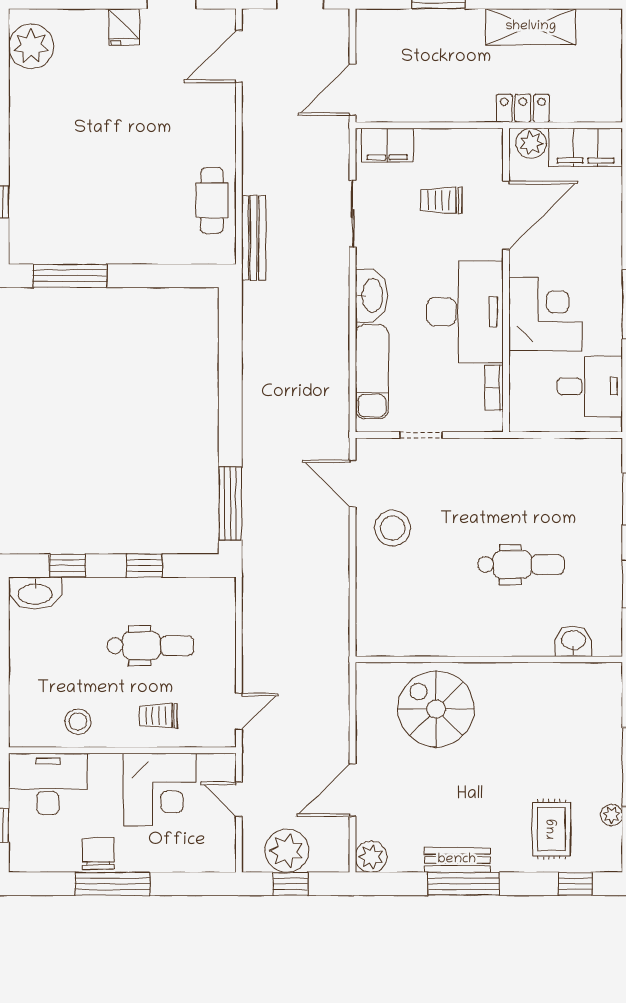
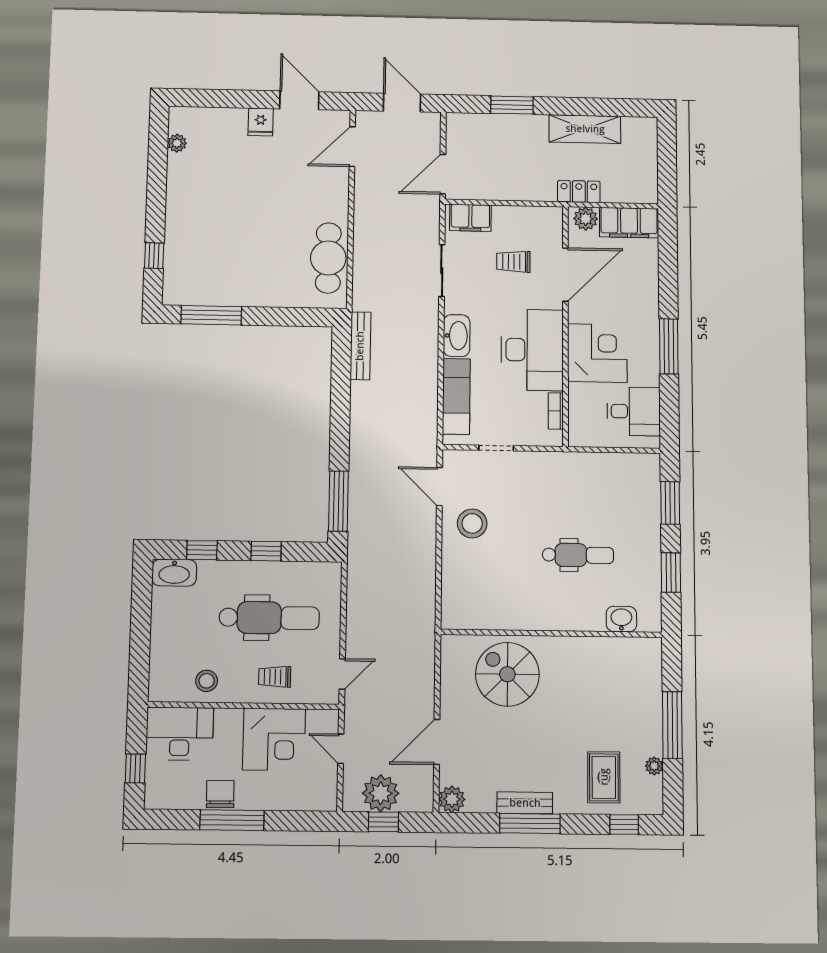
plant: (31, 46) -> (177, 143), width x0.53, depth x0.53
cafe table: (212, 200) -> (328, 258), width x1.37, depth x1.35
bench: (254, 238) -> (360, 346), moved
dental chair: (150, 646) -> (269, 618), width x1.36, depth x1.38

